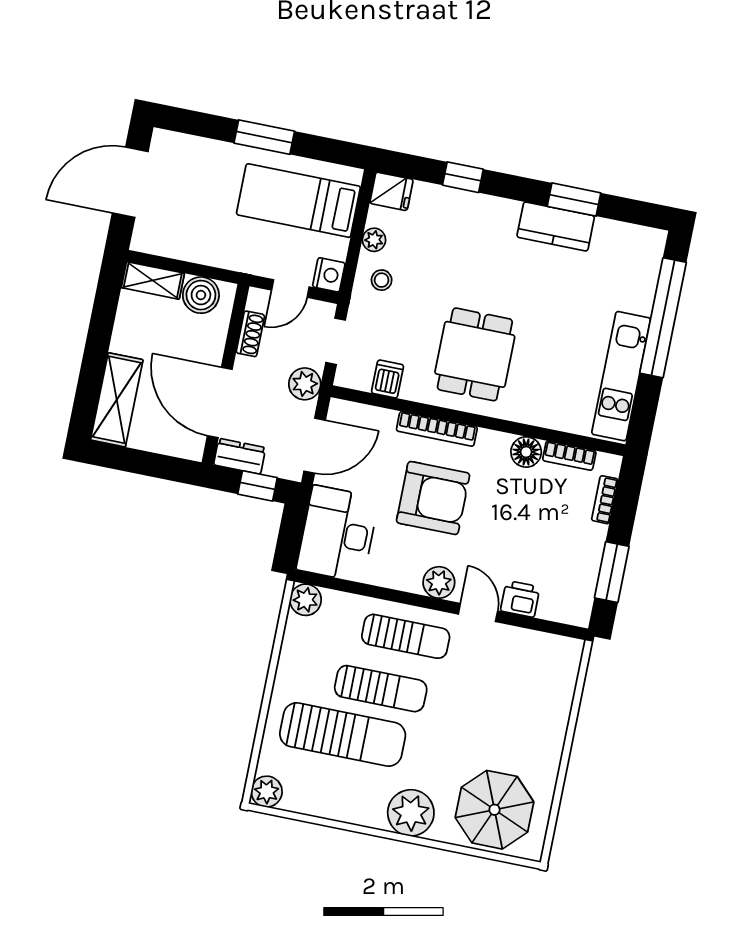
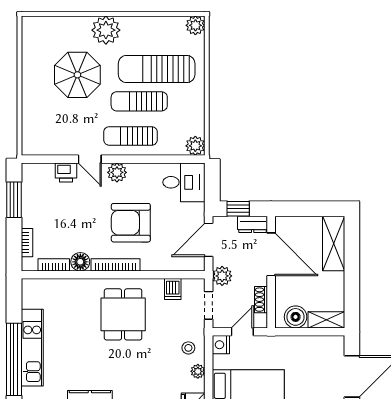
kitchen unit: (621, 376) -> (32, 348), moved
bookcase: (437, 429) -> (115, 265), moved
desk: (338, 534) -> (184, 182), width x0.73
parasol: (494, 810) -> (77, 75), moved

